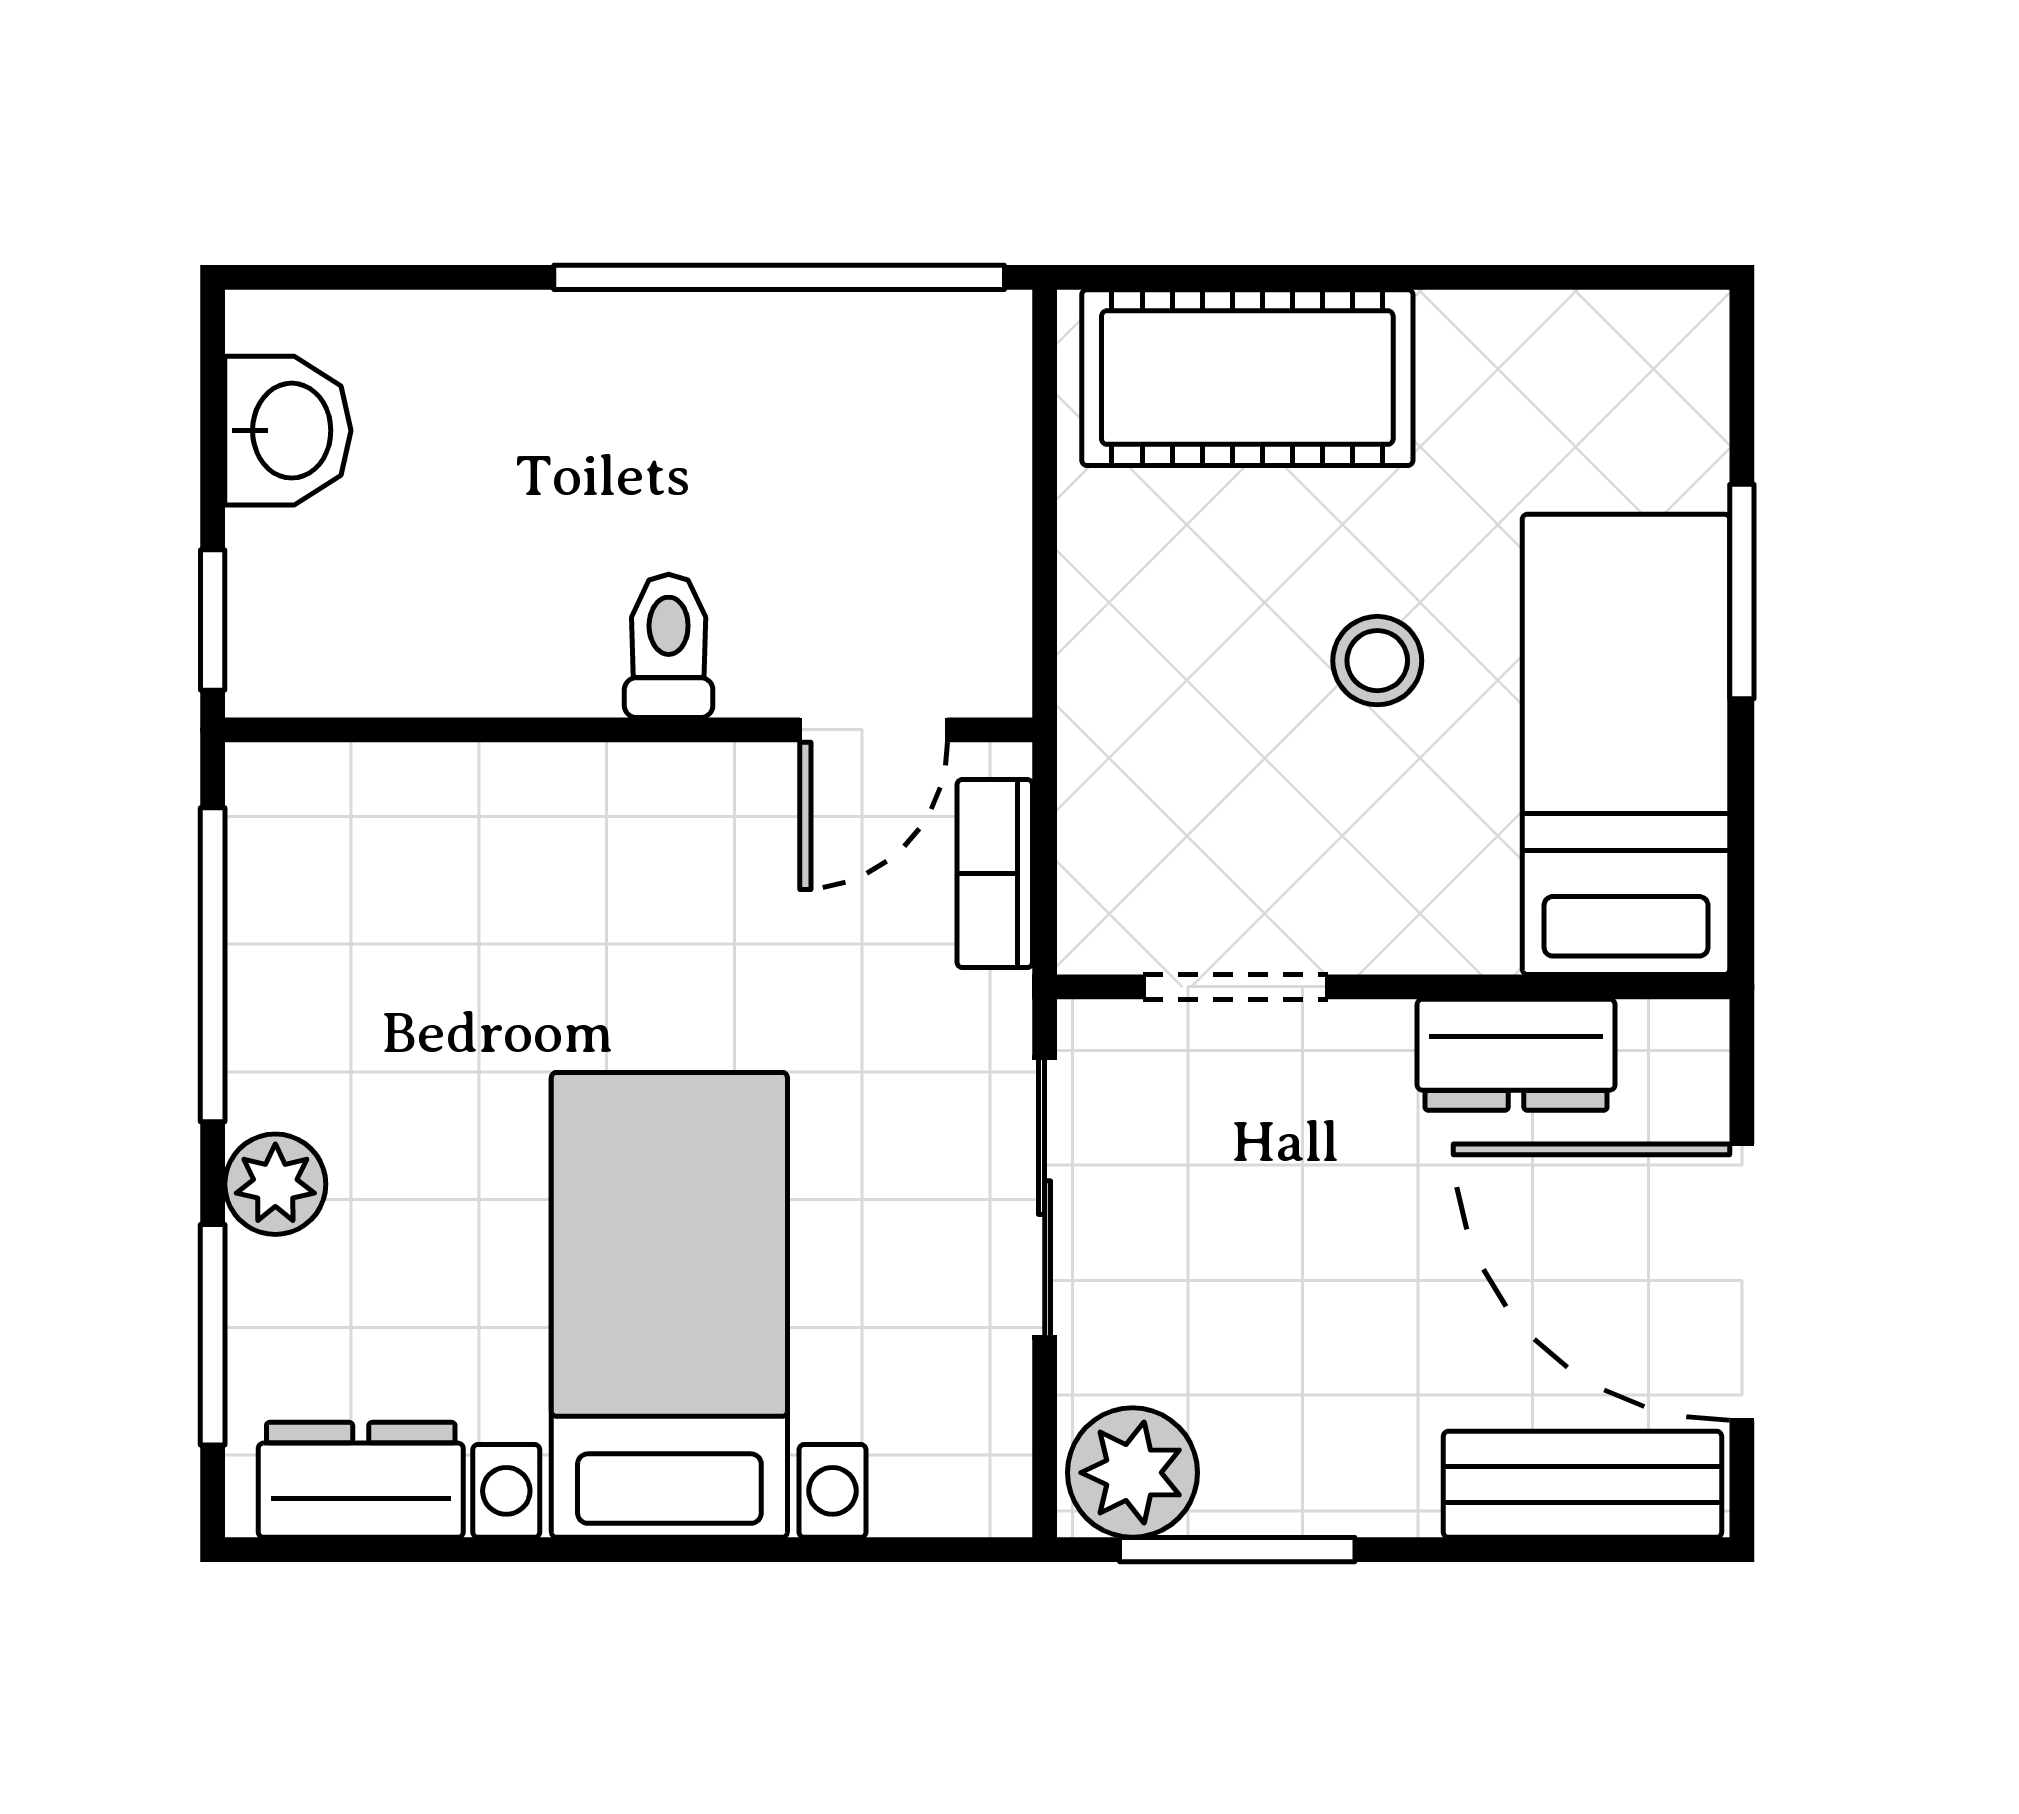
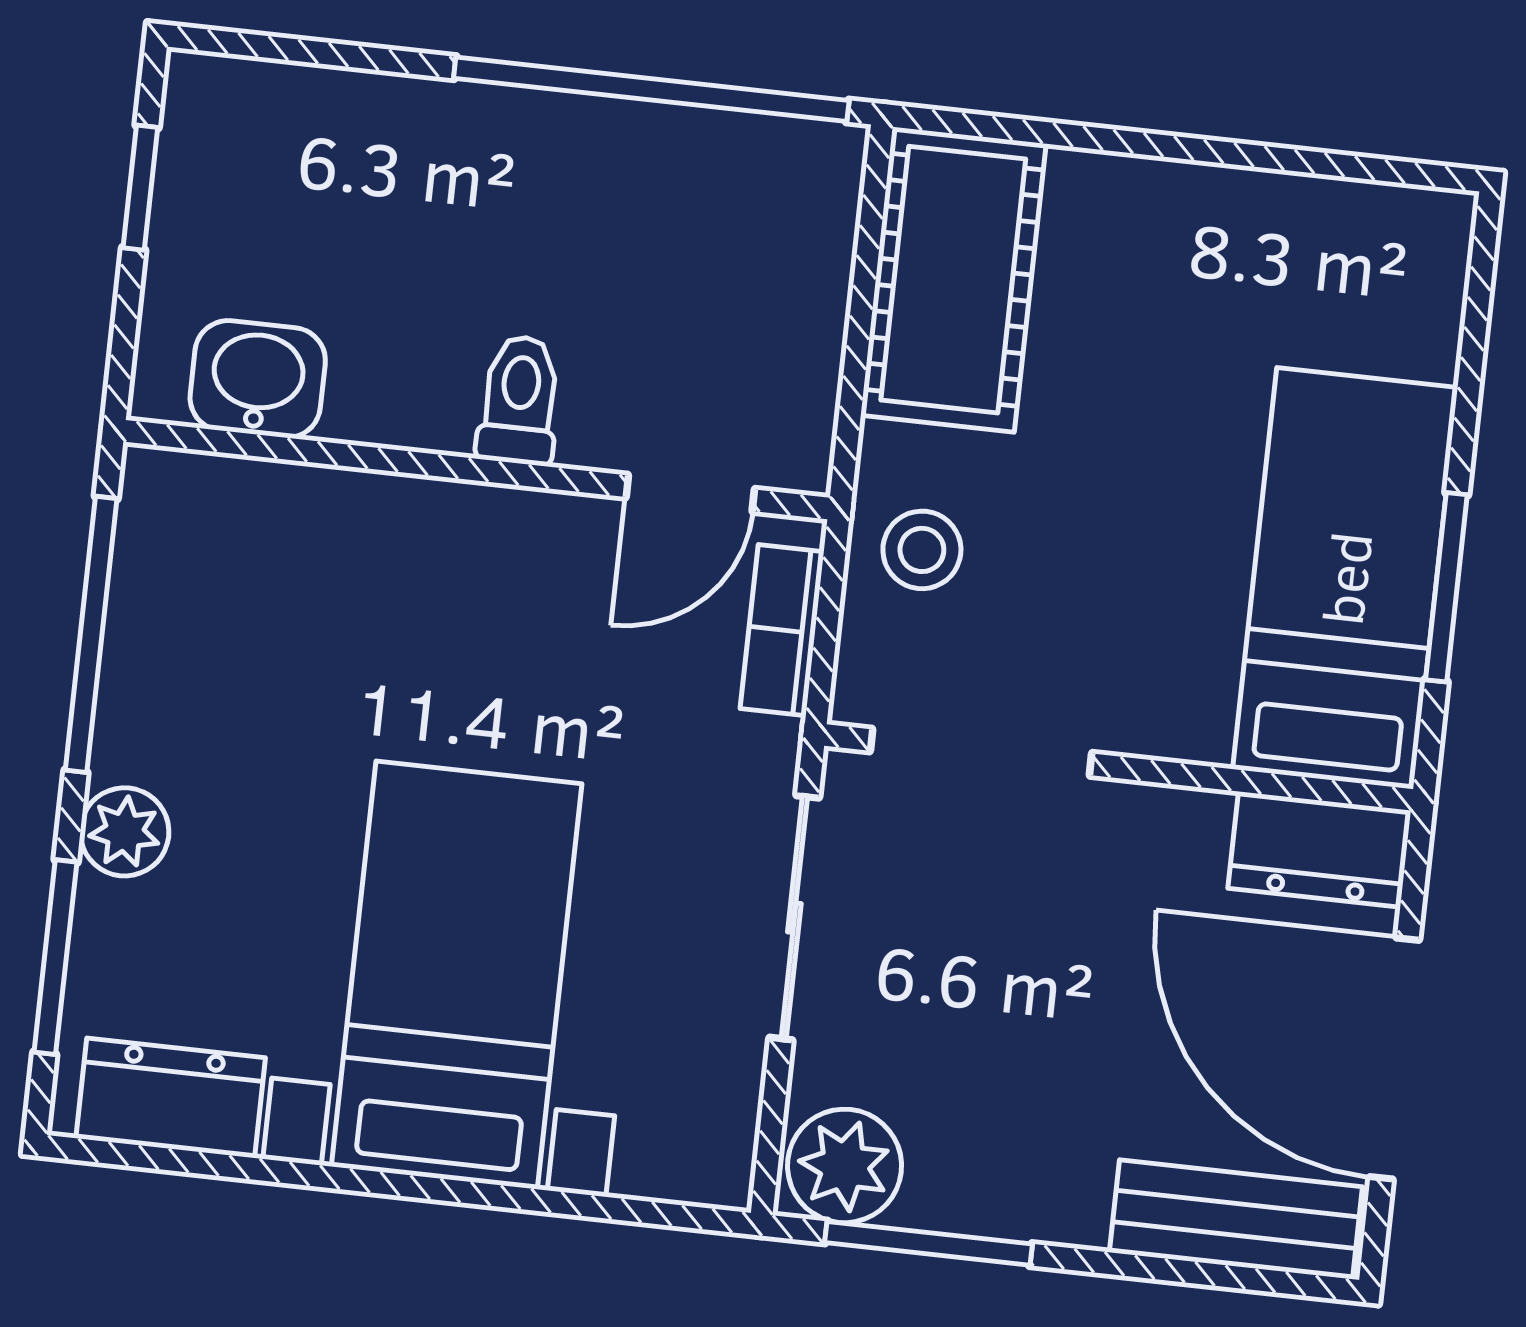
cot: (1247, 378) -> (953, 280), moved, turned 90
washbasin: (288, 431) -> (258, 379), moved, turned -90
window: (1742, 591) -> (1446, 587), moved
window: (213, 620) -> (140, 188), moved
stool: (1377, 661) -> (922, 550), moved
doorway: (1235, 987) -> (981, 752), width x1.38
dresser: (1516, 1055) -> (1319, 849), moved

